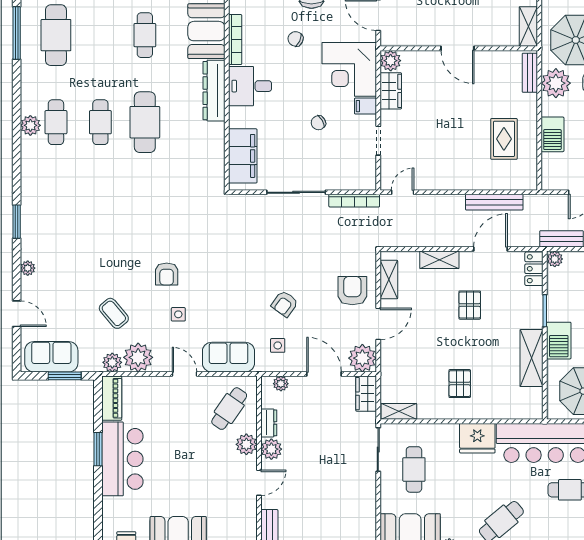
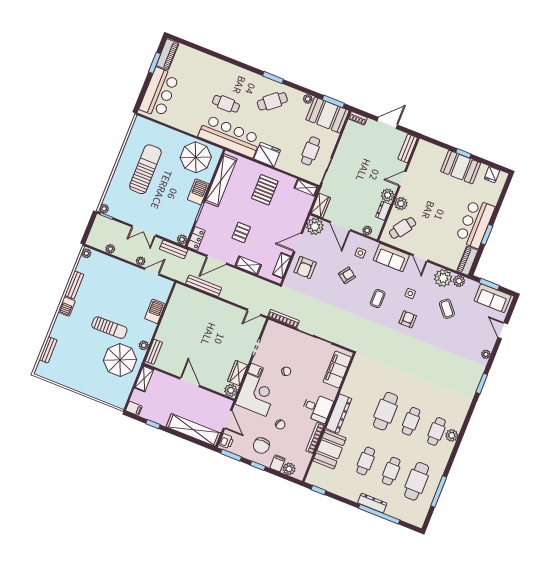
cafe table: (100, 35) -> (391, 471), added
plant: (556, 83) -> (144, 345), width x0.53, depth x0.53
rug: (504, 139) -> (184, 320), removed
coffee table: (224, 287) -> (378, 299), added
shelving: (531, 358) -> (221, 180), width x1.47
pallet: (460, 384) -> (265, 190), width x1.50, depth x1.42

